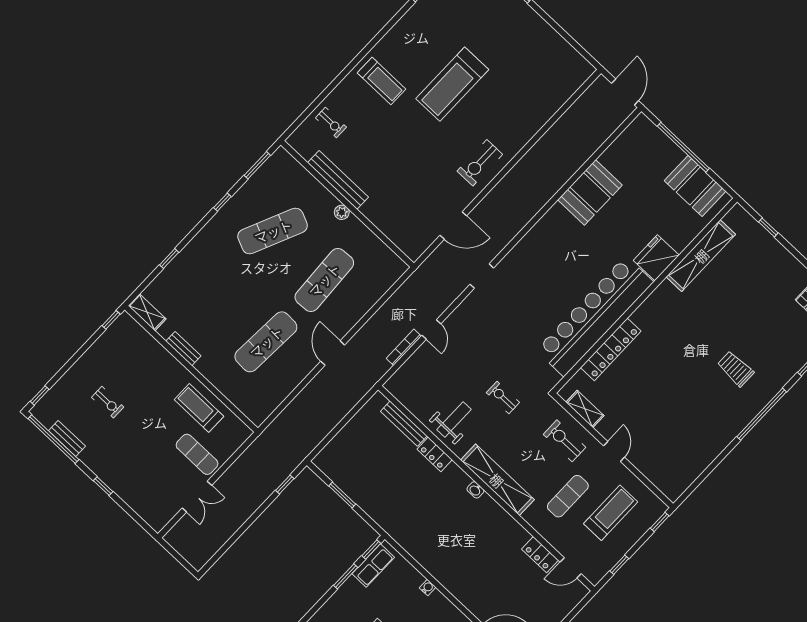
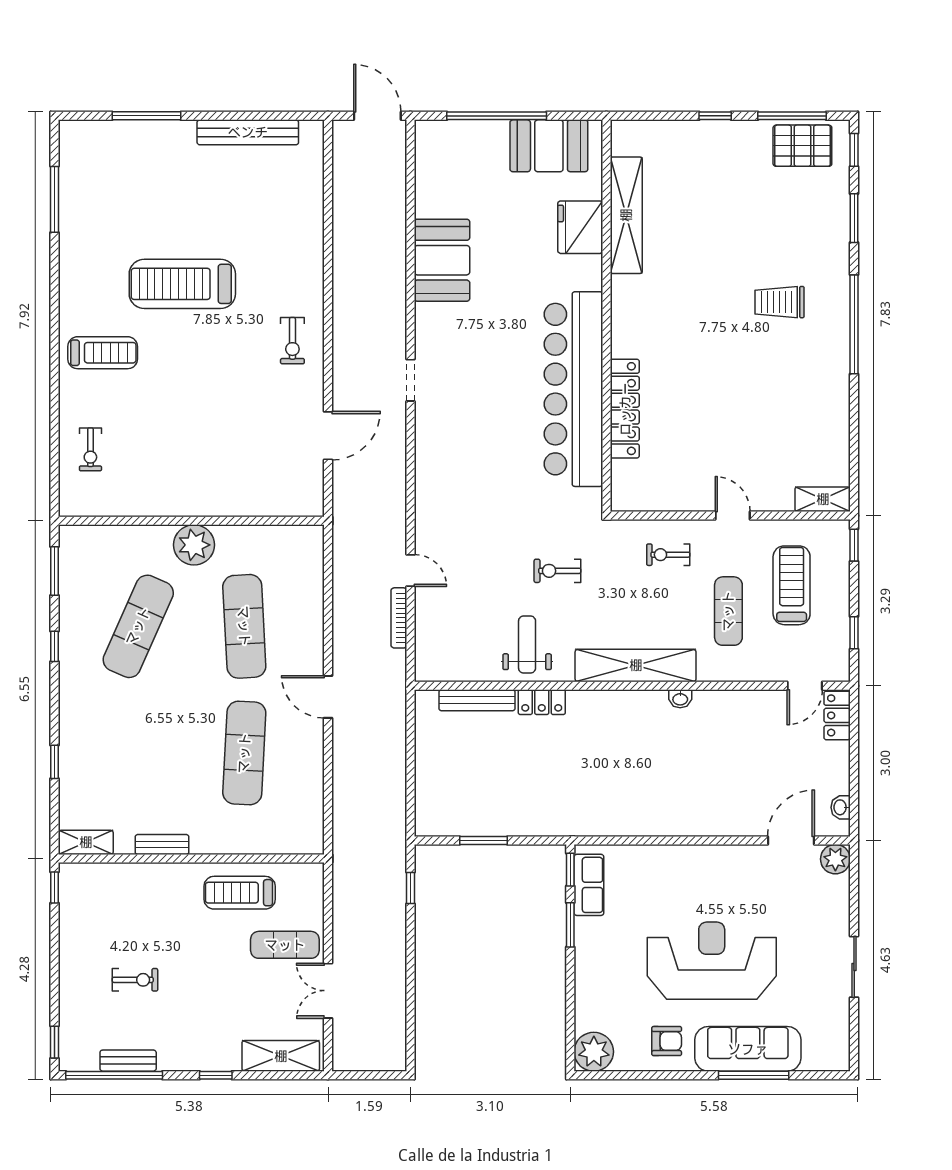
treadmill: (452, 84) -> (182, 284), turned 90
exercise bike: (331, 122) -> (90, 449), turned 90
exercise bike: (480, 163) -> (292, 341), width x0.73, depth x0.72
bench: (338, 180) -> (248, 132), moved
plant: (342, 212) -> (194, 545), width x1.88, depth x1.88
window: (768, 227) -> (715, 116), moved
fridge: (656, 258) -> (580, 227), moved
doorway: (482, 276) -> (410, 380), moved
shelving: (585, 409) -> (823, 499), moved
exercise bike: (565, 441) -> (668, 555), width x0.73, depth x0.72
washbasin: (475, 490) -> (680, 699), moved
double door: (197, 497) -> (328, 991), swing flipped
shelving: (144, 507) -> (281, 1056), added
locker: (540, 555) -> (837, 715), moved, turned 90
water cooler: (428, 588) -> (670, 853), removed

